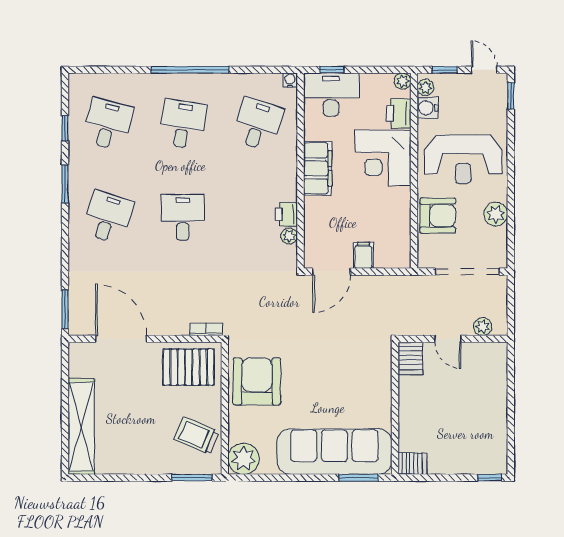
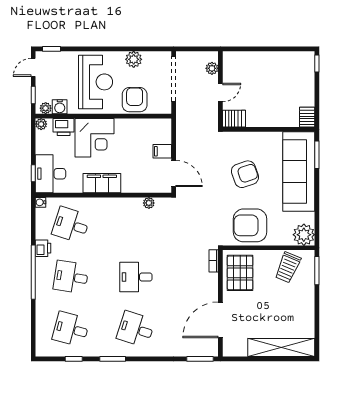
printer: (286, 214) -> (43, 248), moved, turned -90
armchair: (331, 374) -> (245, 174), added

